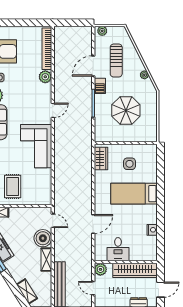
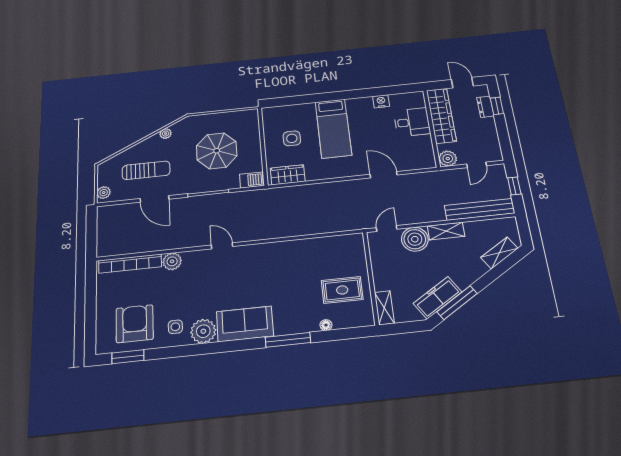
barbecue: (100, 86) -> (251, 180), moved
corner sofa: (36, 146) -> (277, 263), removed
desk: (118, 249) -> (412, 122), moved

